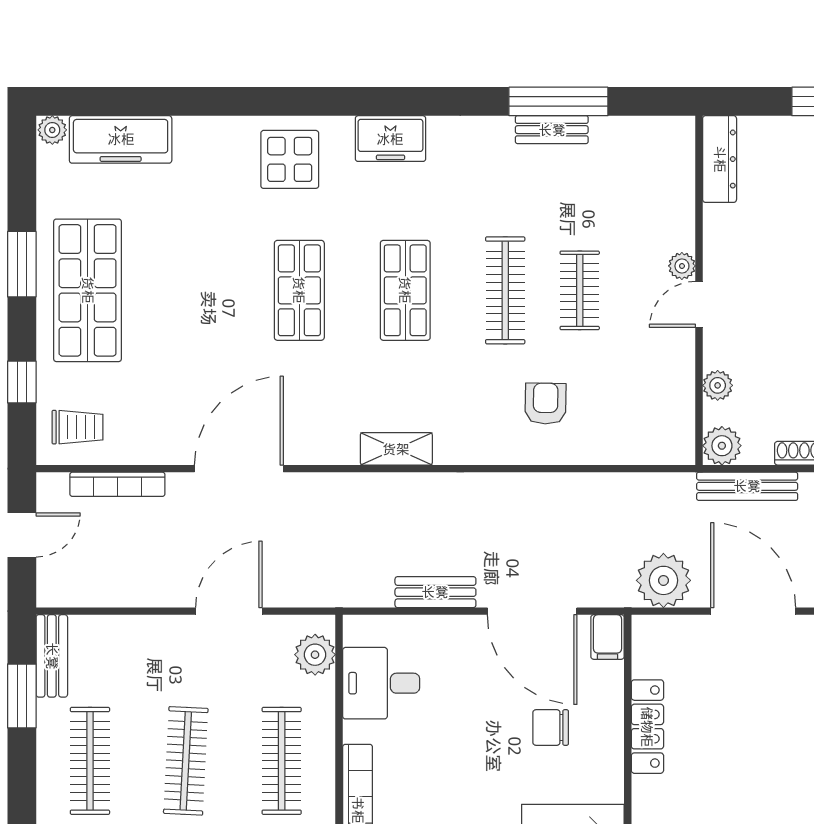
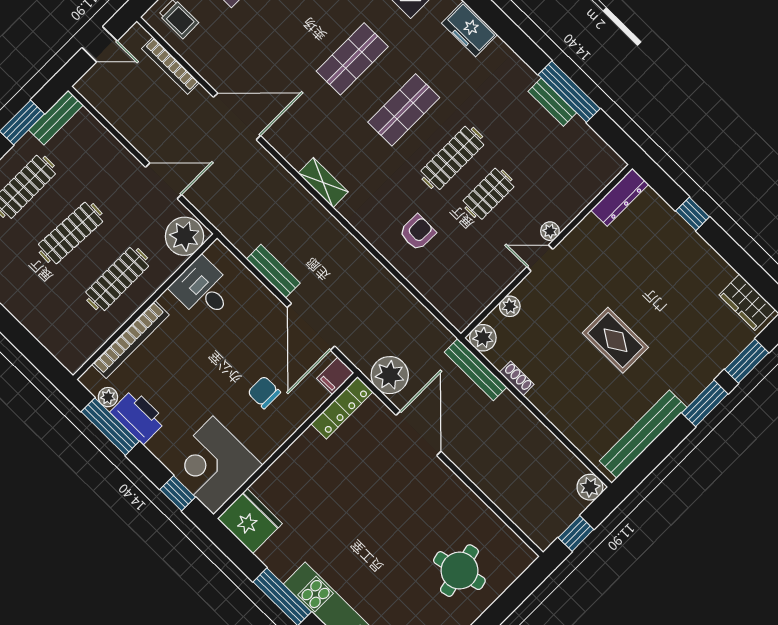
plant: (315, 655) -> (184, 236), width x1.36, depth x1.36
locker: (647, 727) -> (342, 408), moved

